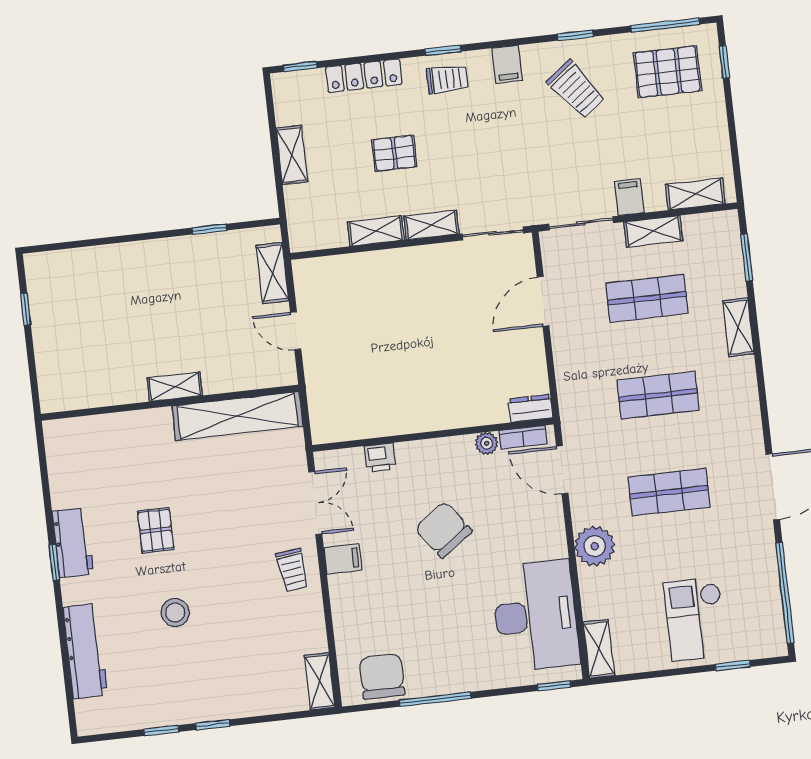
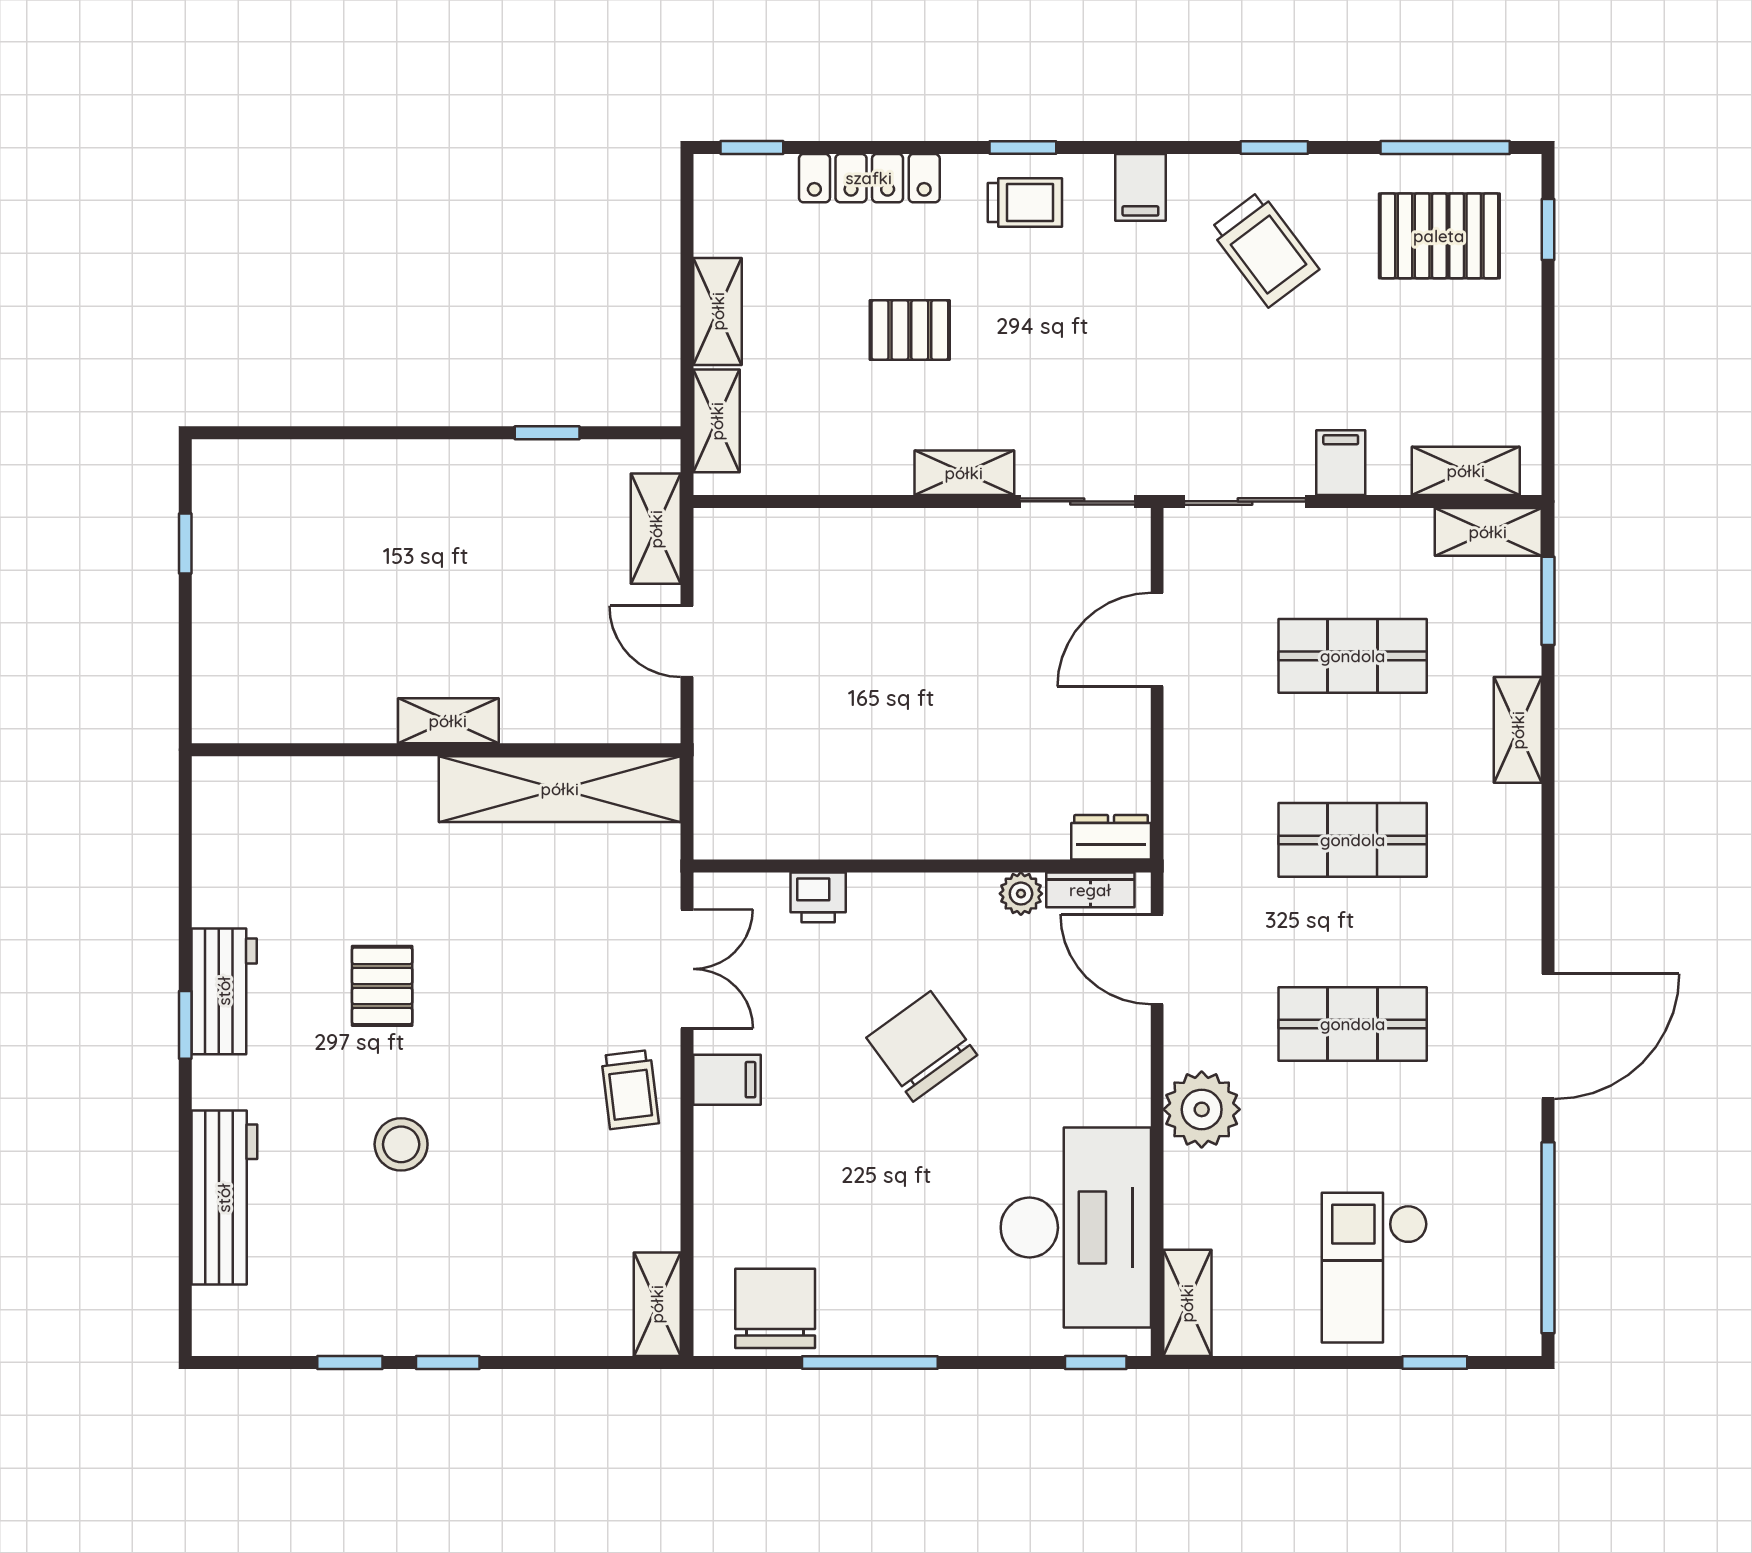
shelving: (376, 231) -> (717, 421), moved, turned 90
shelving: (653, 231) -> (1488, 532), moved

